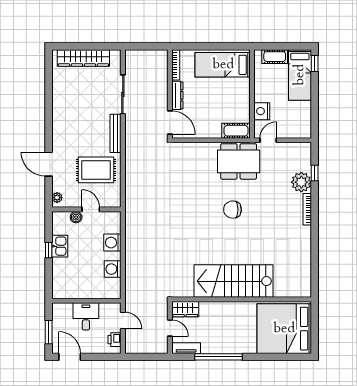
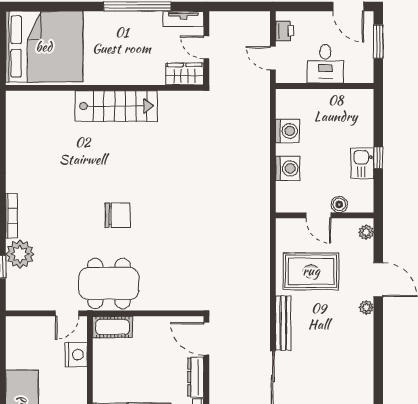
plant: (57, 144) -> (366, 308), added
stairs: (233, 281) -> (116, 106), width x0.73, depth x0.66

